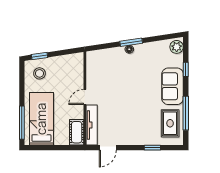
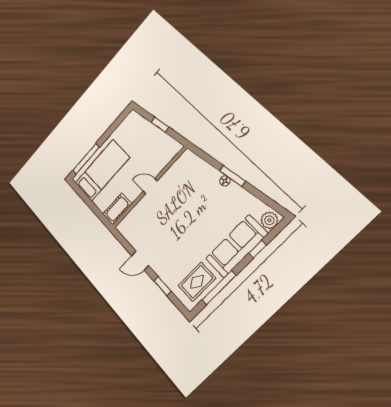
window: (39, 56) -> (160, 125), moved
stool: (39, 73) -> (134, 131), removed
sofa: (173, 86) -> (236, 246), width x1.36
tv unit: (92, 125) -> (134, 215), removed
door: (108, 148) -> (140, 261), moved

